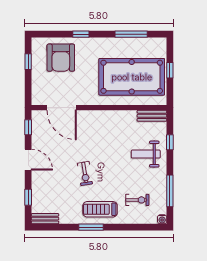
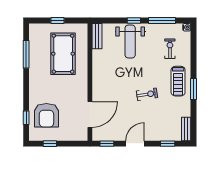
window: (81, 34) -> (26, 118), moved
armchair: (61, 58) -> (46, 115), turned 90
pool table: (132, 77) -> (63, 54), width x0.73, depth x0.76
window: (170, 142) -> (134, 21), moved
weight bench: (146, 154) -> (130, 42), width x1.36, depth x1.33

